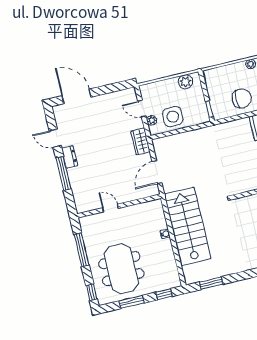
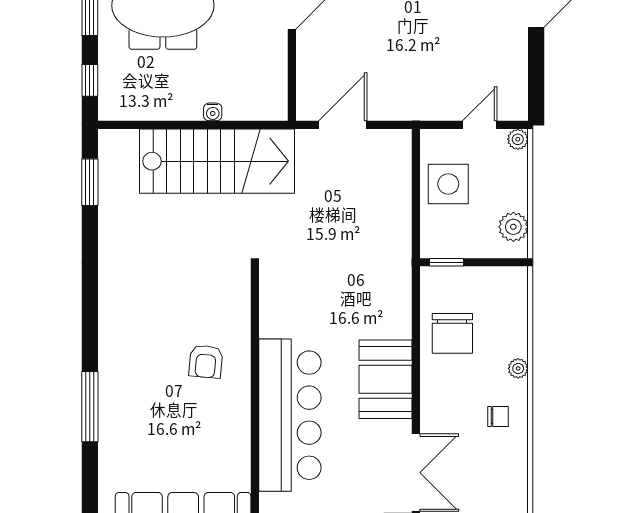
plant: (152, 120) -> (518, 139), moved
wardrobe: (140, 141) -> (413, 106), removed
door: (157, 172) -> (343, 125), hinge flipped

